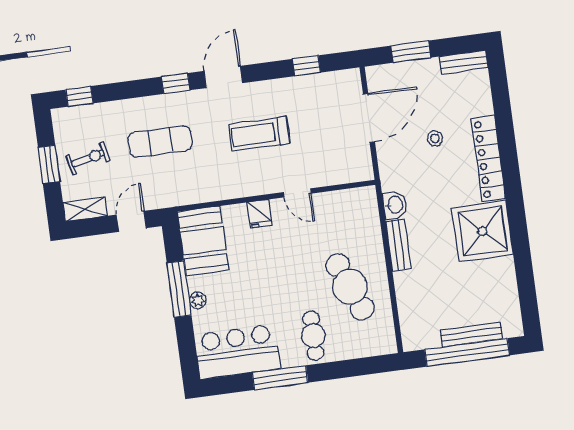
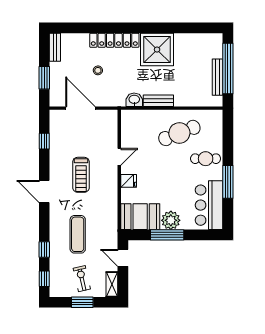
window: (176, 83) -> (44, 250), moved
plant: (198, 300) -> (171, 220), width x1.88, depth x1.88
bench: (471, 334) -> (218, 77), moved

